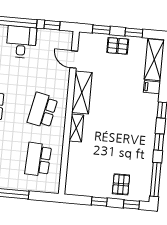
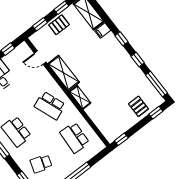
school desk: (43, 110) -> (50, 106), turned -33
window: (99, 202) -> (121, 139), moved

